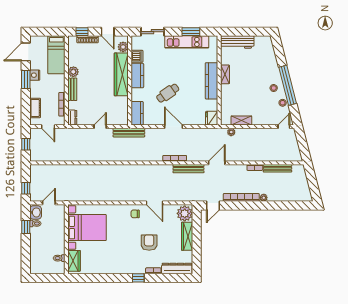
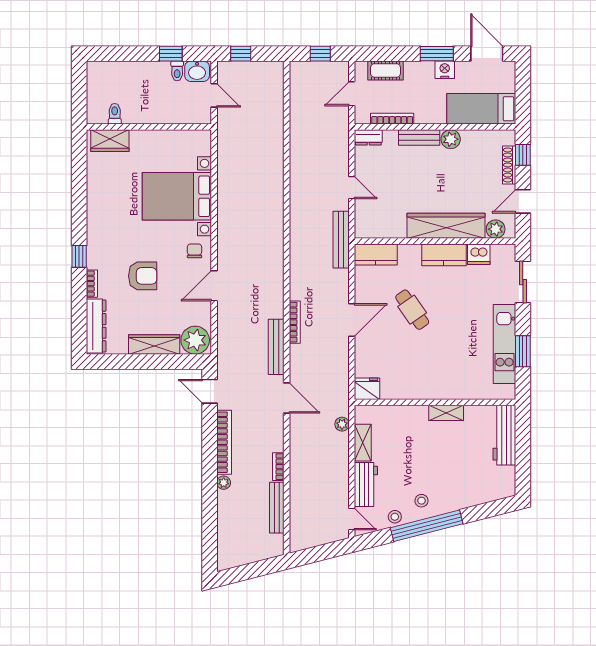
kitchen counter: (212, 81) -> (434, 389), removed
workbench: (265, 119) -> (366, 485), added
bed with nightstands: (87, 228) -> (177, 196), moved, turned 90

